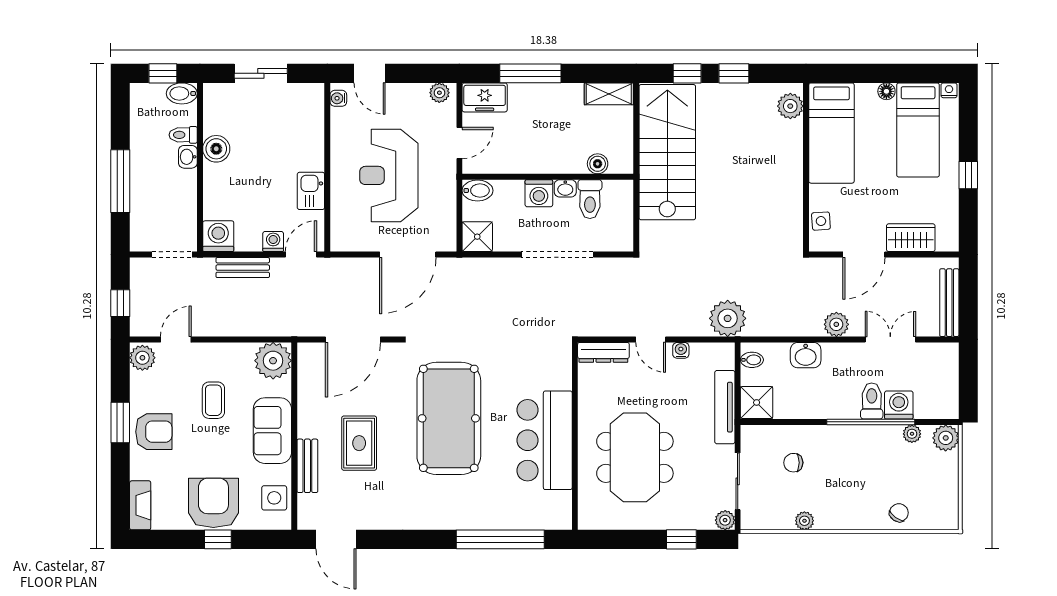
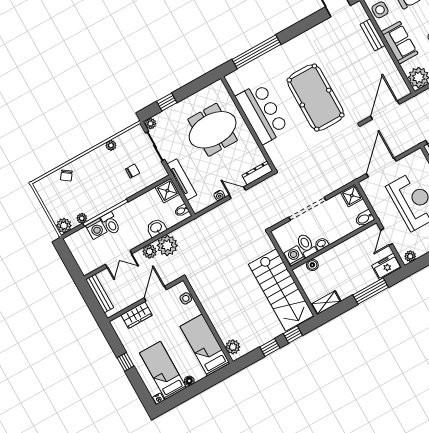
washing machine: (539, 193) -> (294, 256), moved
plant: (728, 318) -> (167, 245), moved
rug: (359, 443) -> (353, 60), removed
meeting table: (635, 457) -> (213, 130), turned 90

